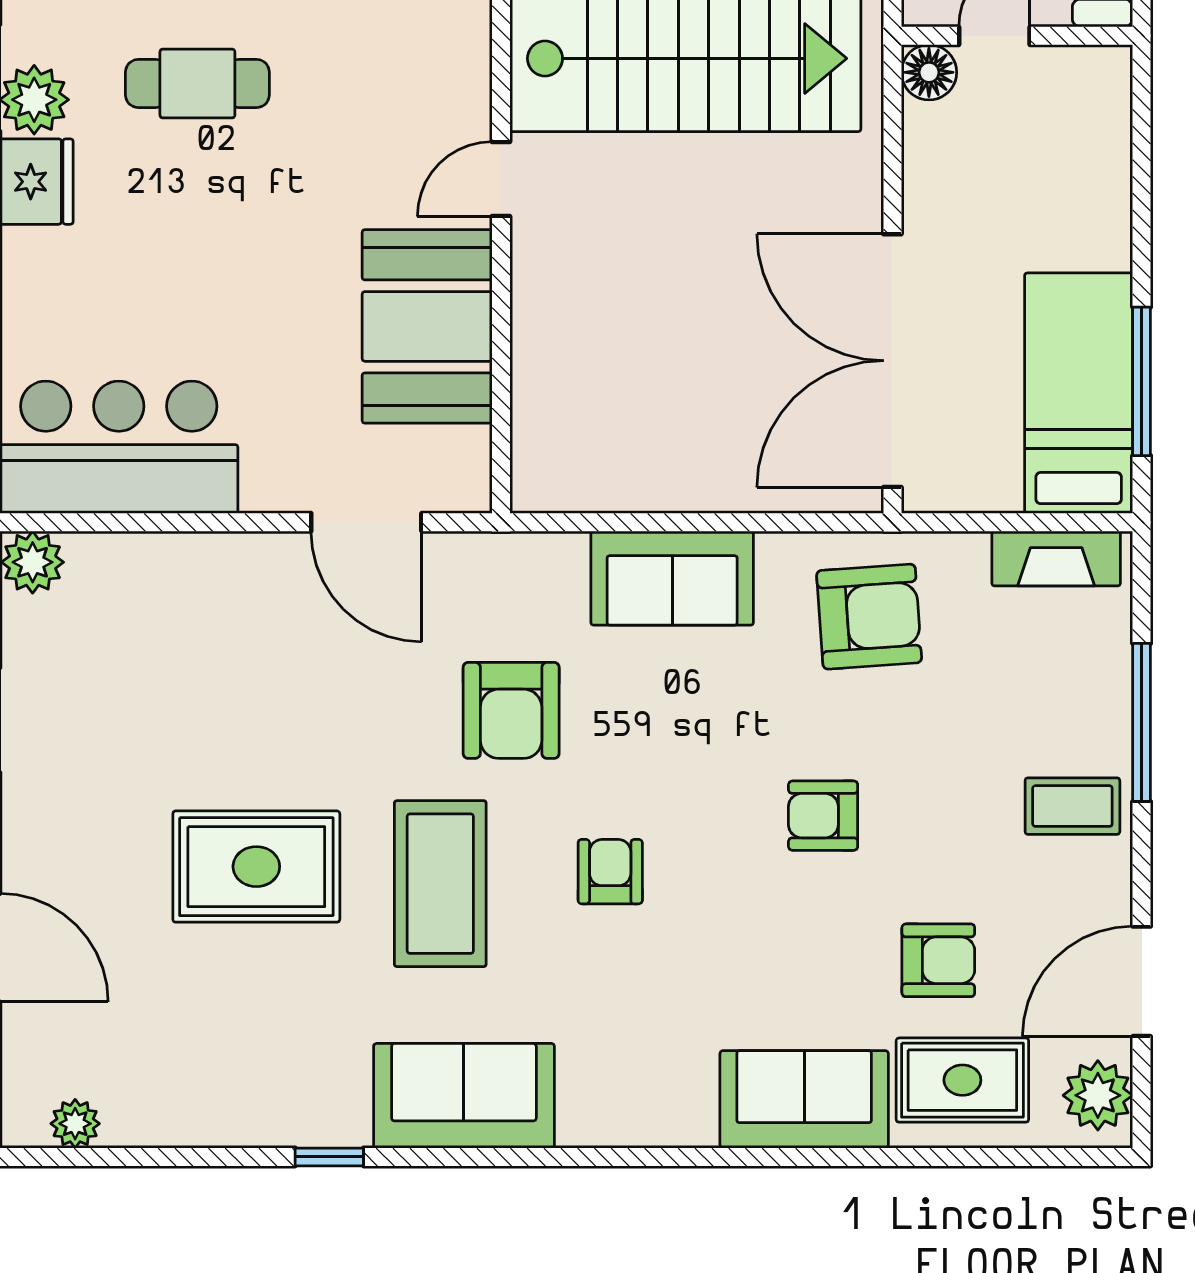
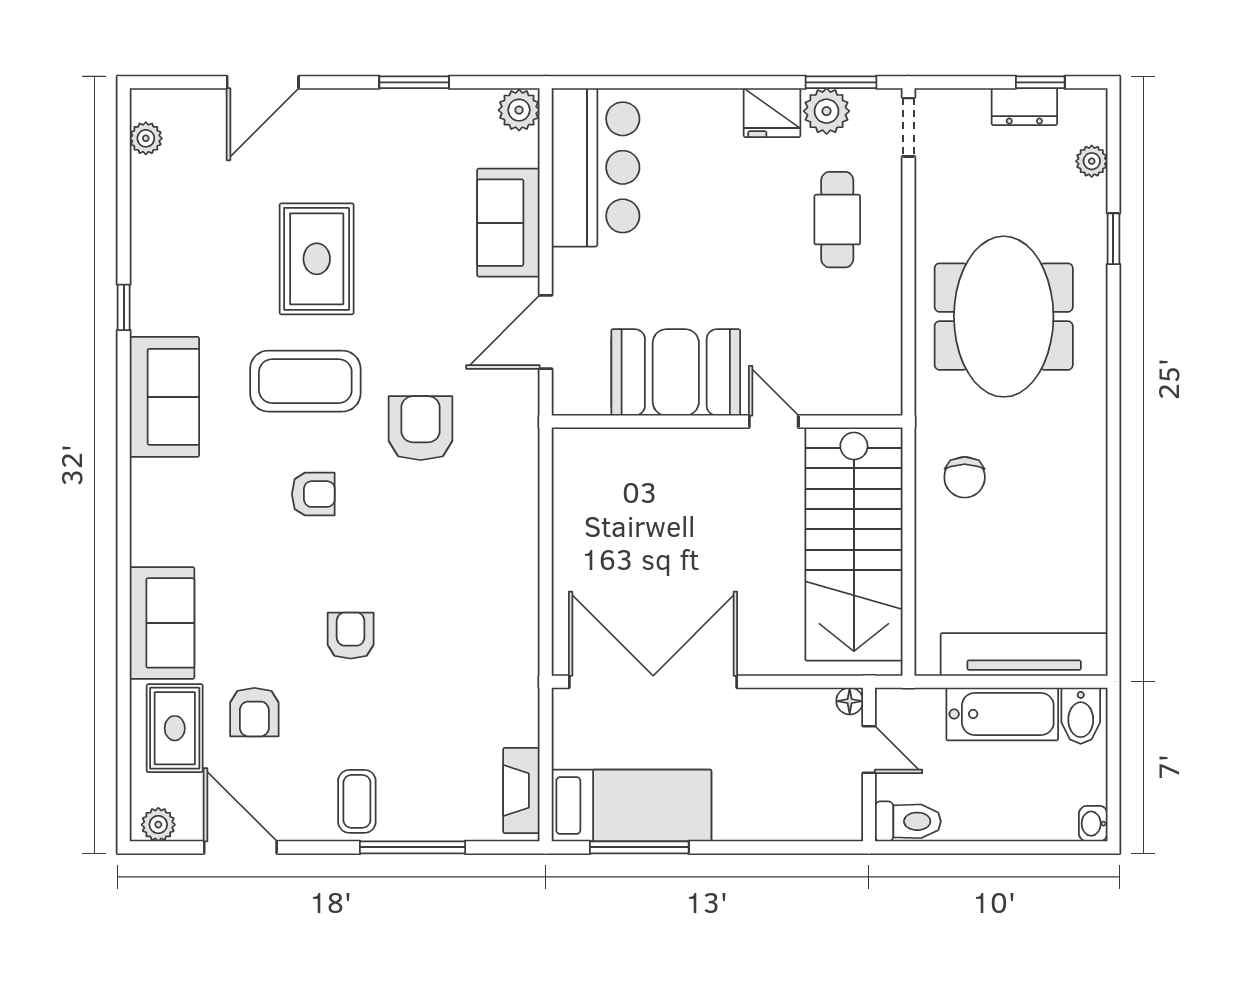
floor lamp: (929, 72) -> (850, 701), width x0.73, depth x0.73
sofa: (672, 578) -> (508, 223), moved
armchair: (869, 617) -> (483, 666), removed
armchair: (511, 710) -> (421, 428), turned 90
plant: (1098, 1095) -> (158, 825), width x0.73, depth x0.73

